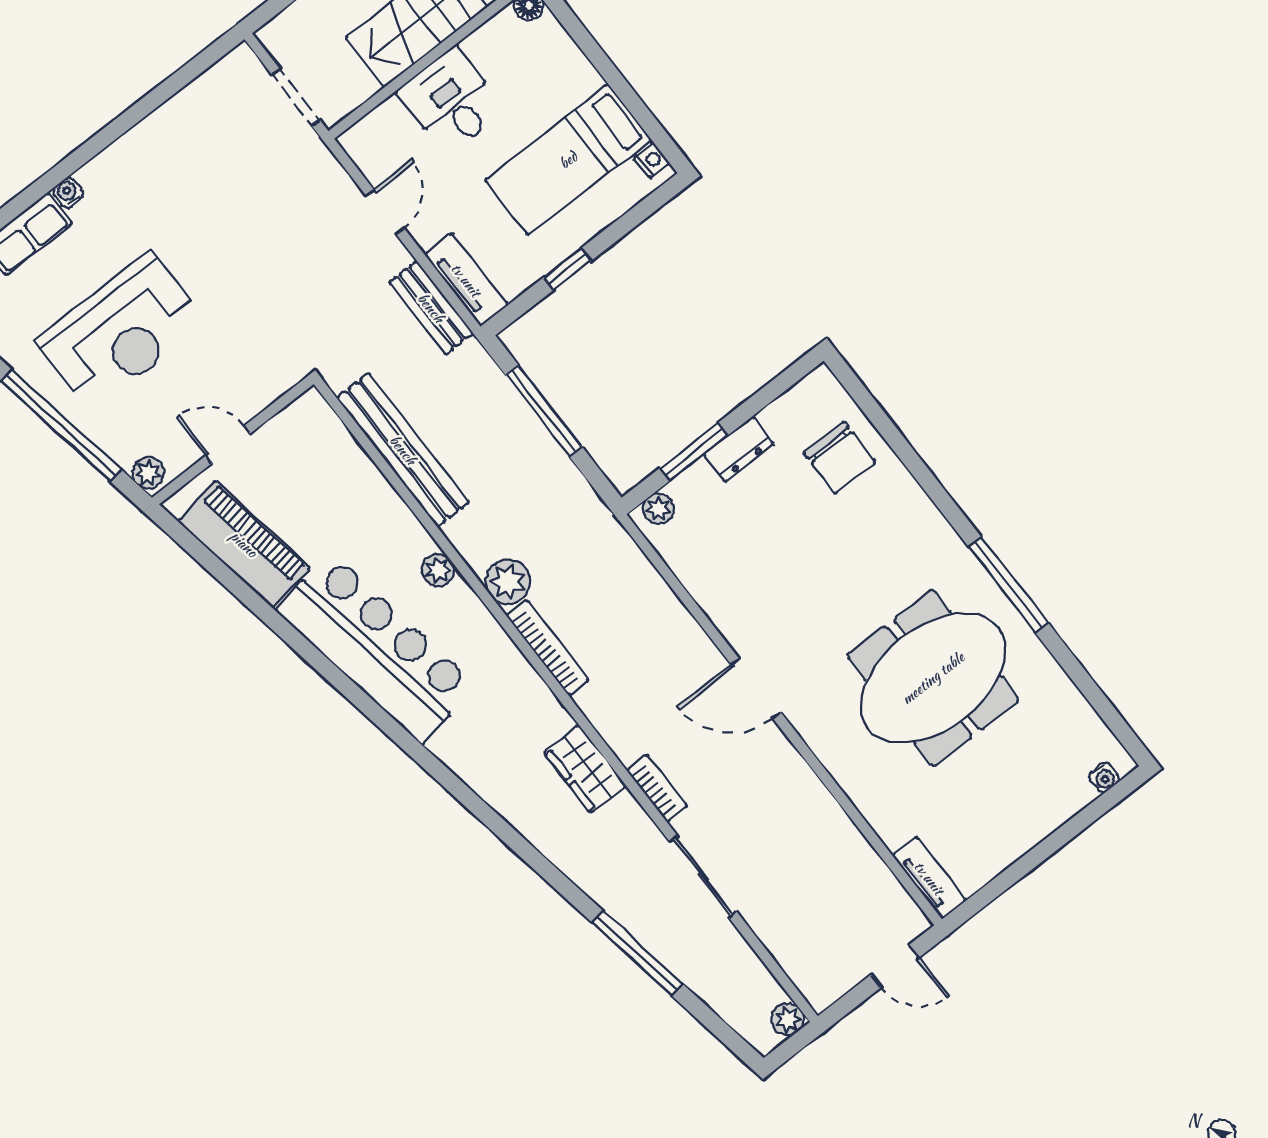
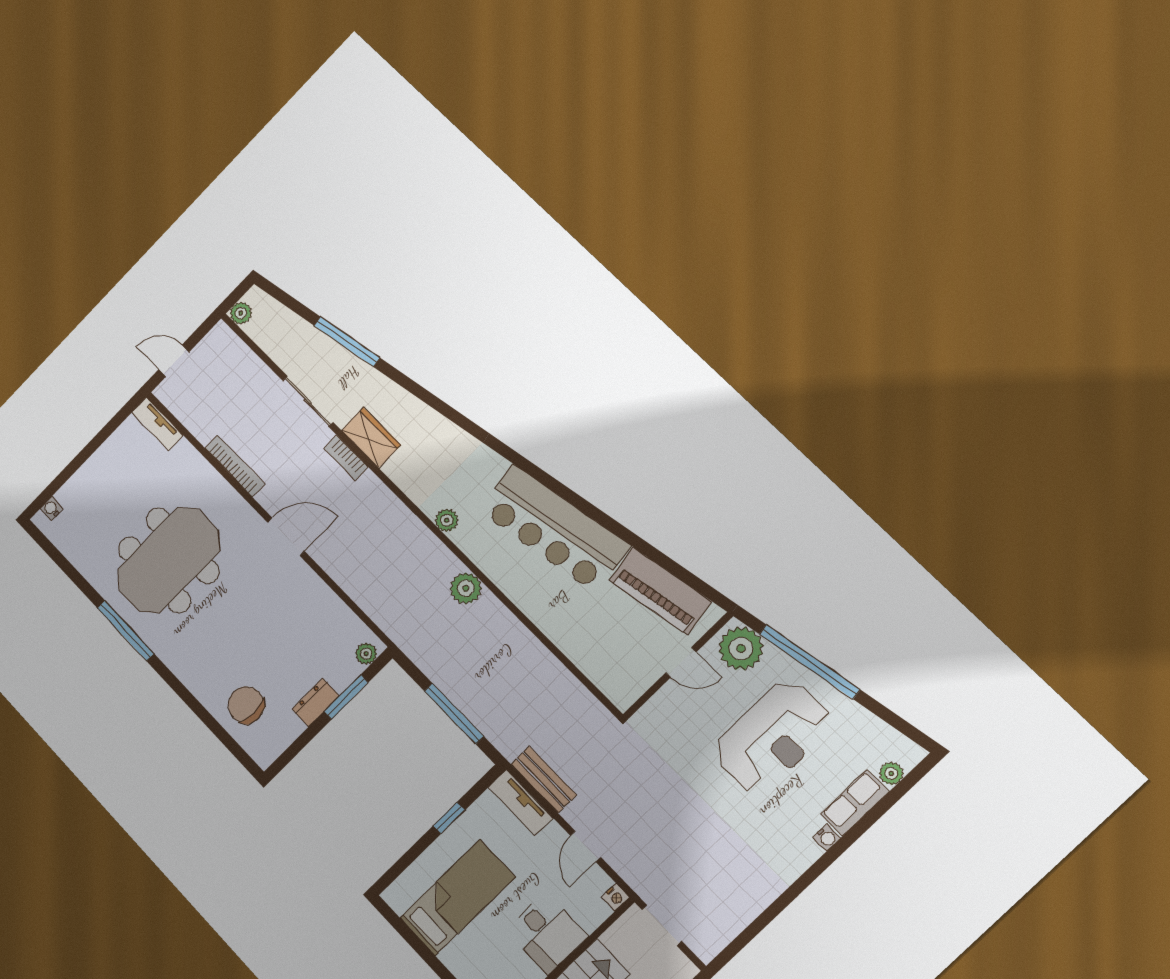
nightstand: (652, 161) -> (616, 897), moved, turned -90
reception desk: (121, 332) -> (772, 737), turned 180
bench: (403, 450) -> (552, 674), removed
plant: (148, 473) -> (741, 649), width x1.87, depth x1.87
plant: (438, 570) -> (447, 520), moved
bookcase: (548, 648) -> (235, 466), moved, turned 180
wardrobe: (585, 769) -> (371, 438), moved

